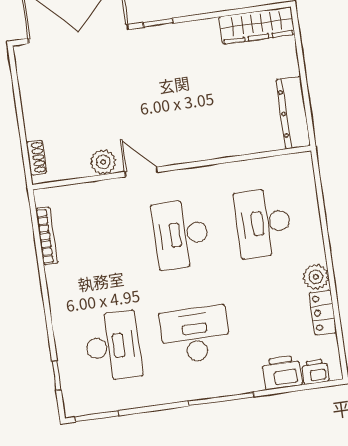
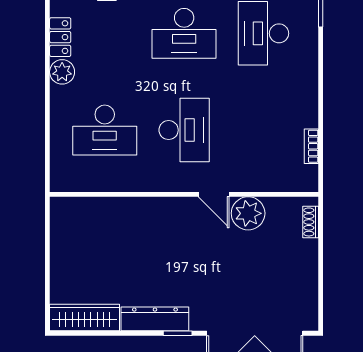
dresser: (293, 113) -> (155, 319), moved, turned -90
plant: (103, 162) -> (248, 213), width x1.36, depth x1.36
desk: (263, 223) -> (105, 130), turned 90
bookcase: (47, 236) -> (311, 146), width x0.64

